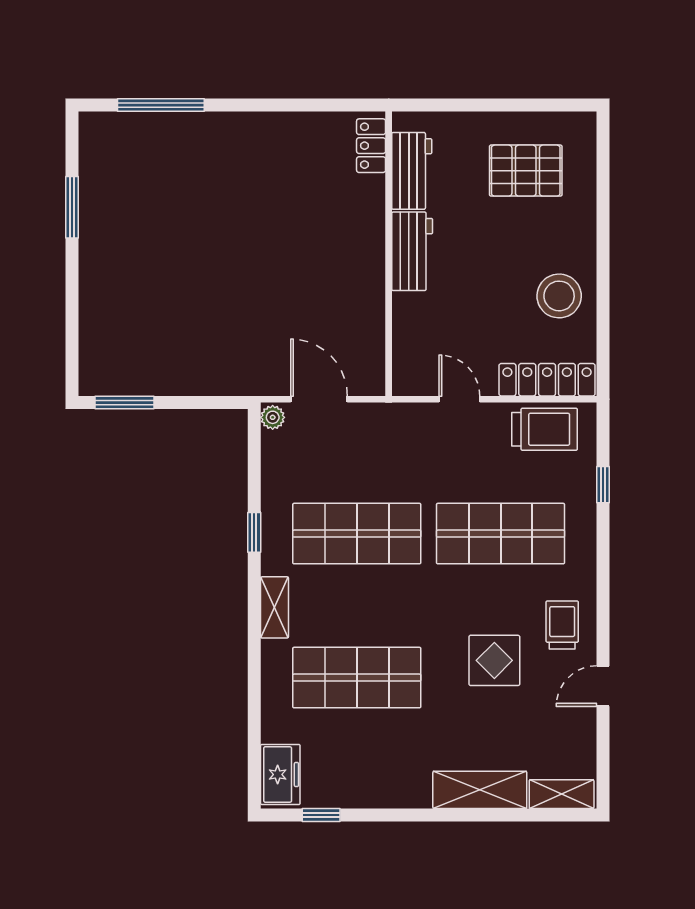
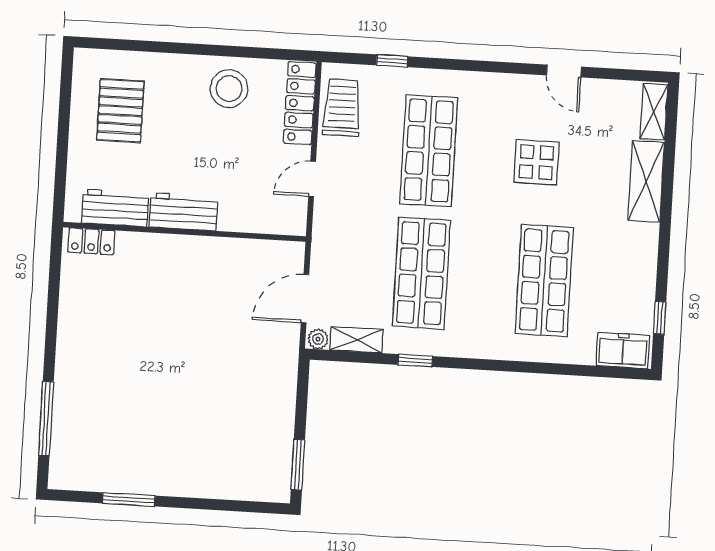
shelving: (275, 607) -> (357, 340), moved
trolley: (562, 625) -> (510, 103), removed

